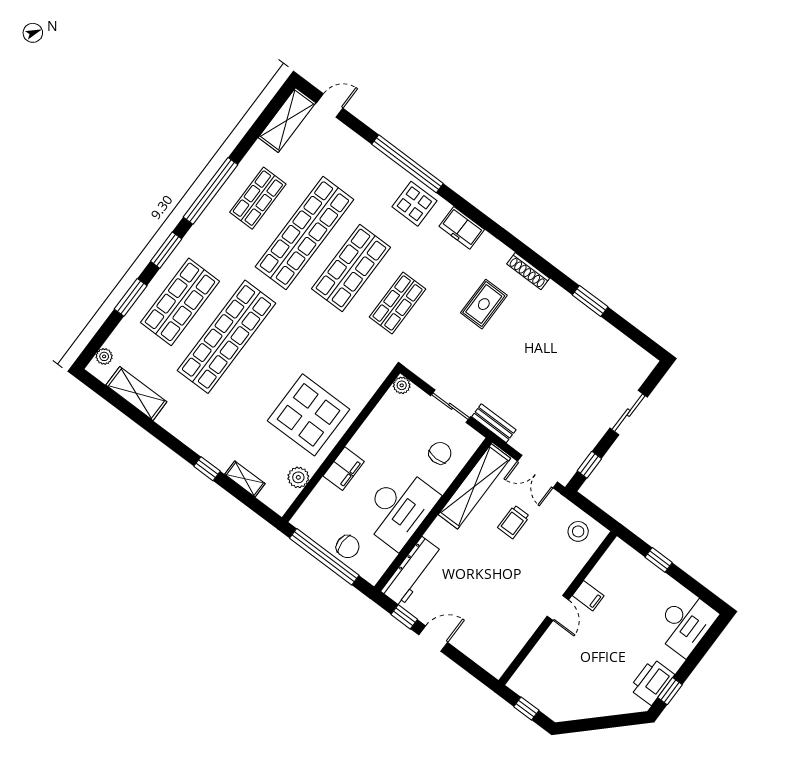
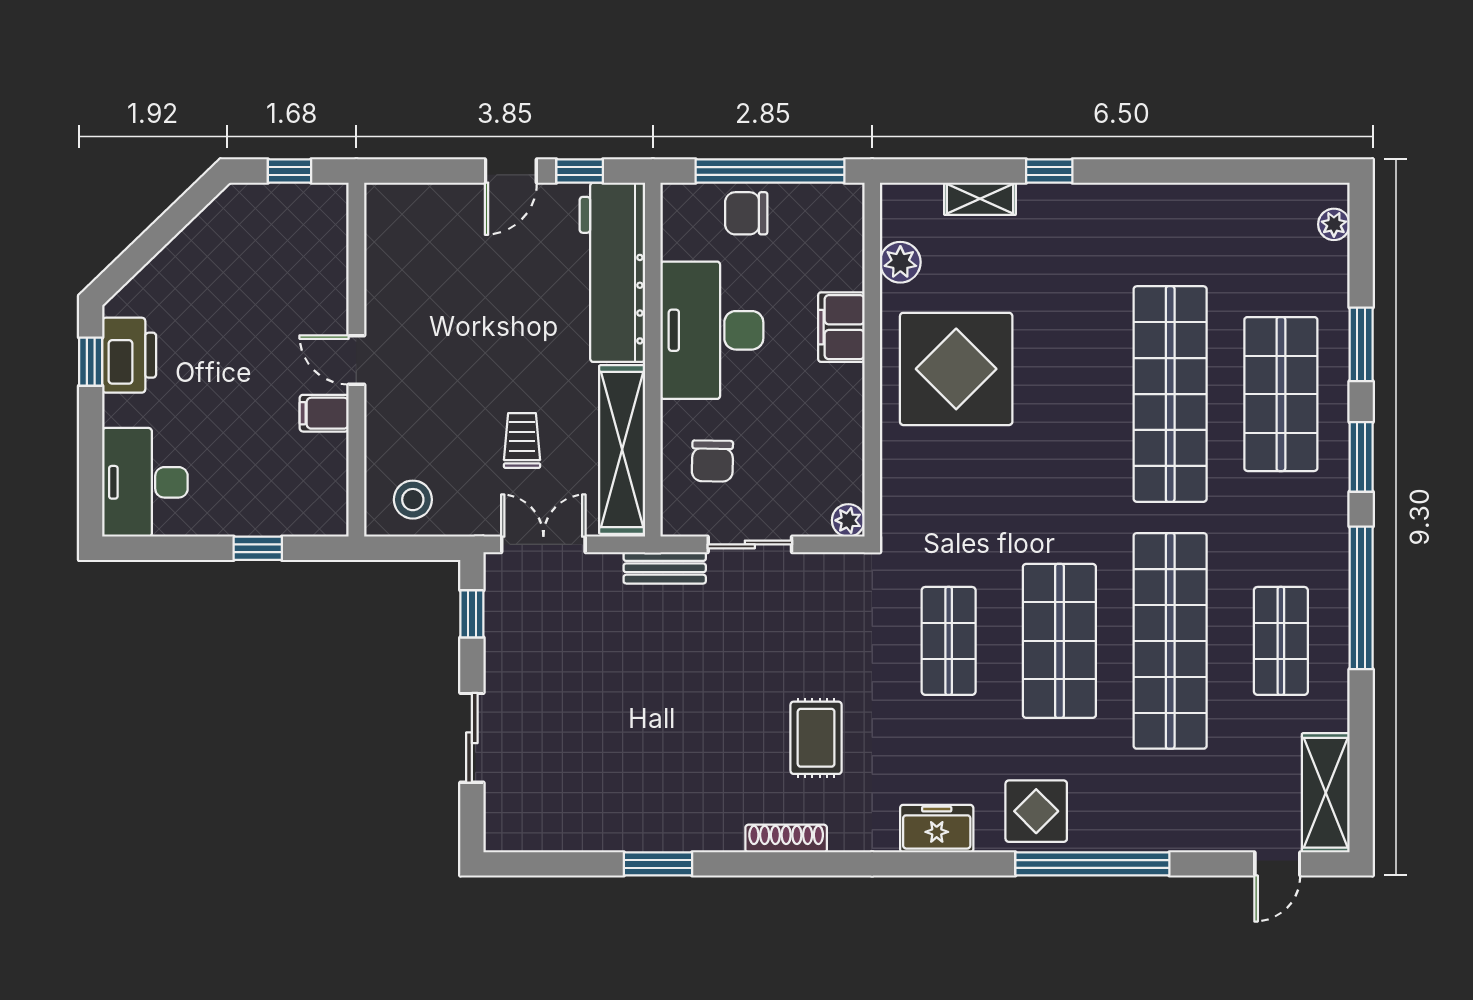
shelving: (136, 393) -> (1243, 205), removed
workbench: (412, 572) -> (612, 272), width x1.36, depth x1.32

